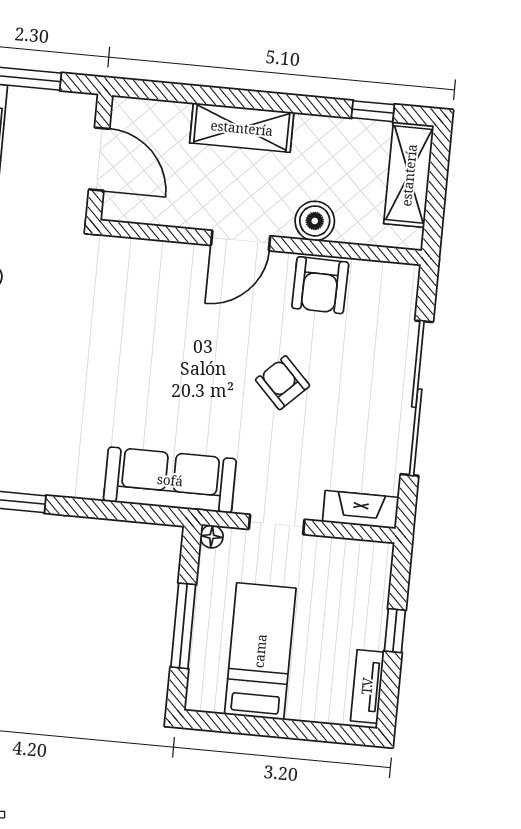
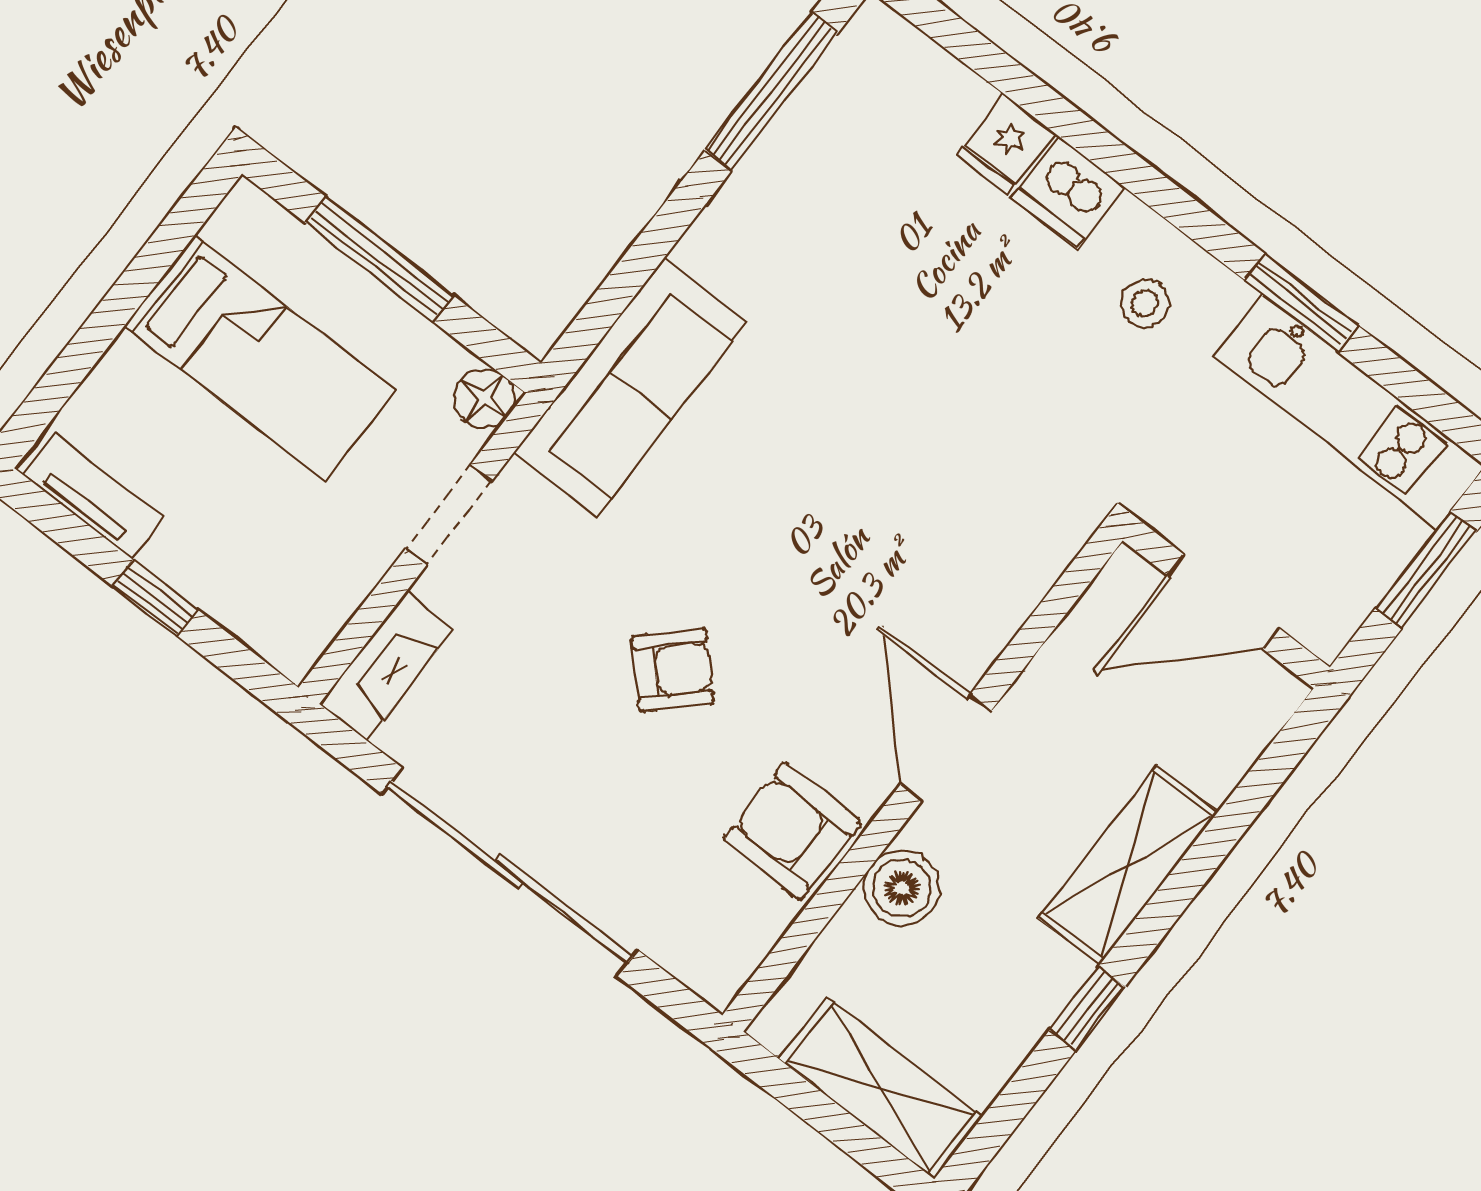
window: (373, 111) -> (1087, 1008), moved
floor lamp: (212, 537) -> (484, 399), width x1.37, depth x1.37

